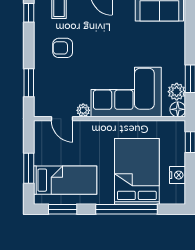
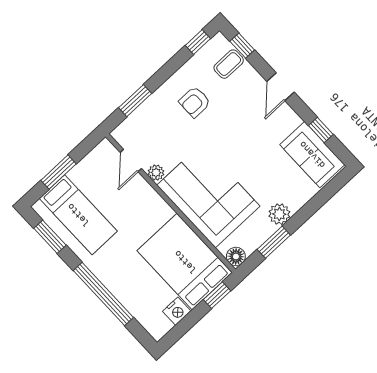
armchair: (63, 48) -> (195, 102), turned -90
plant: (177, 92) -> (279, 214), moved
bed: (137, 171) -> (185, 262), moved, turned -90

